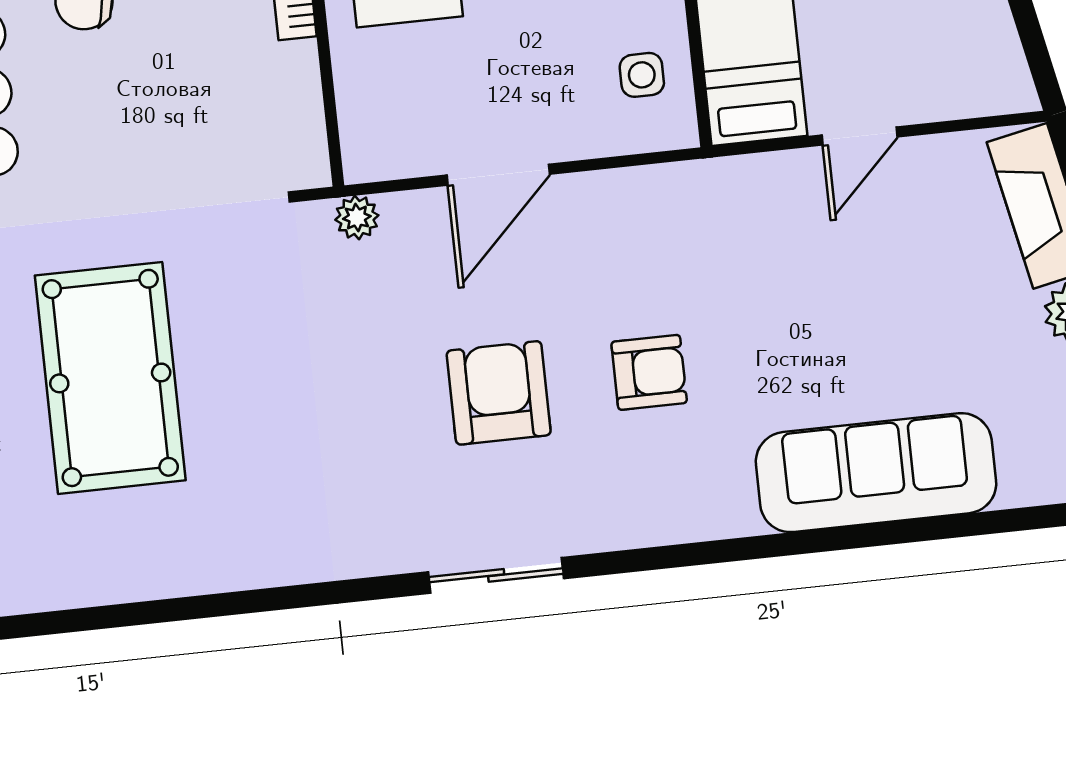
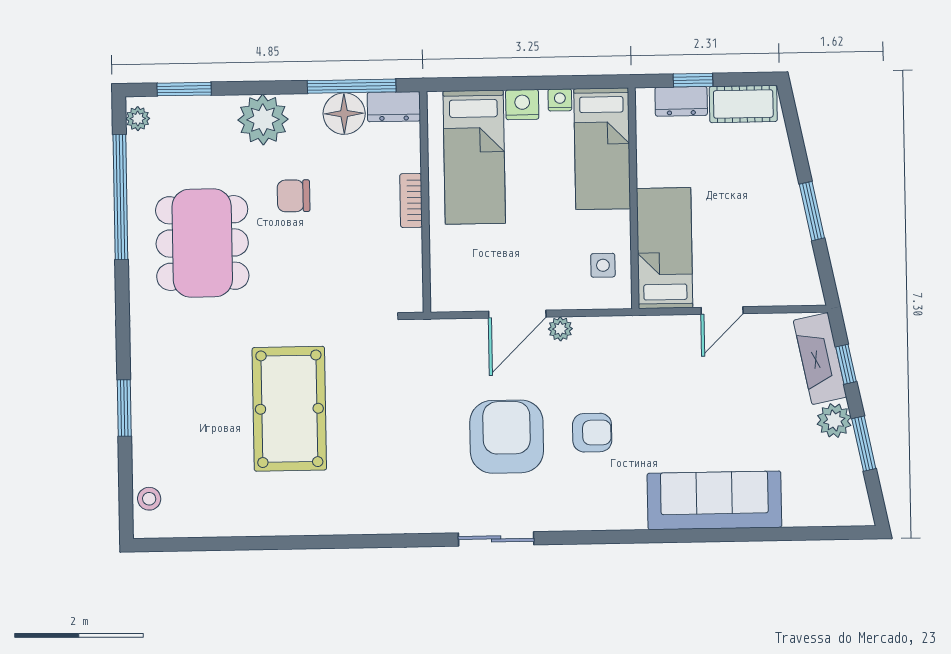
plant: (357, 218) -> (560, 329), moved
armchair: (499, 393) -> (507, 437), width x1.36, depth x1.36

